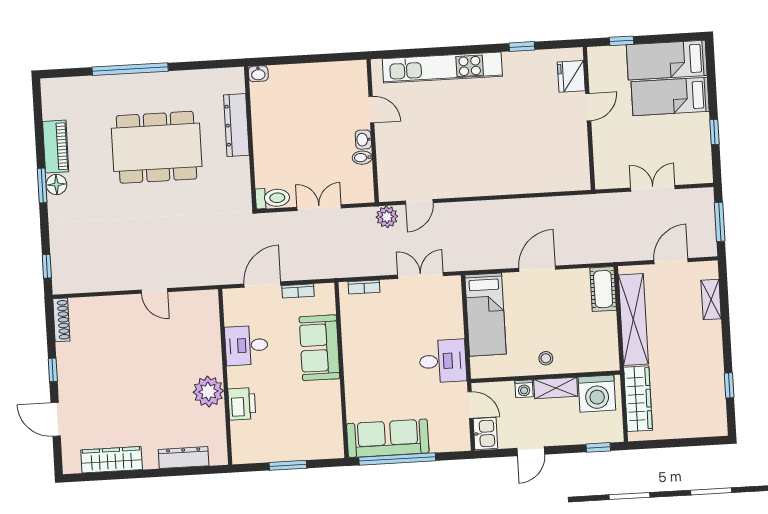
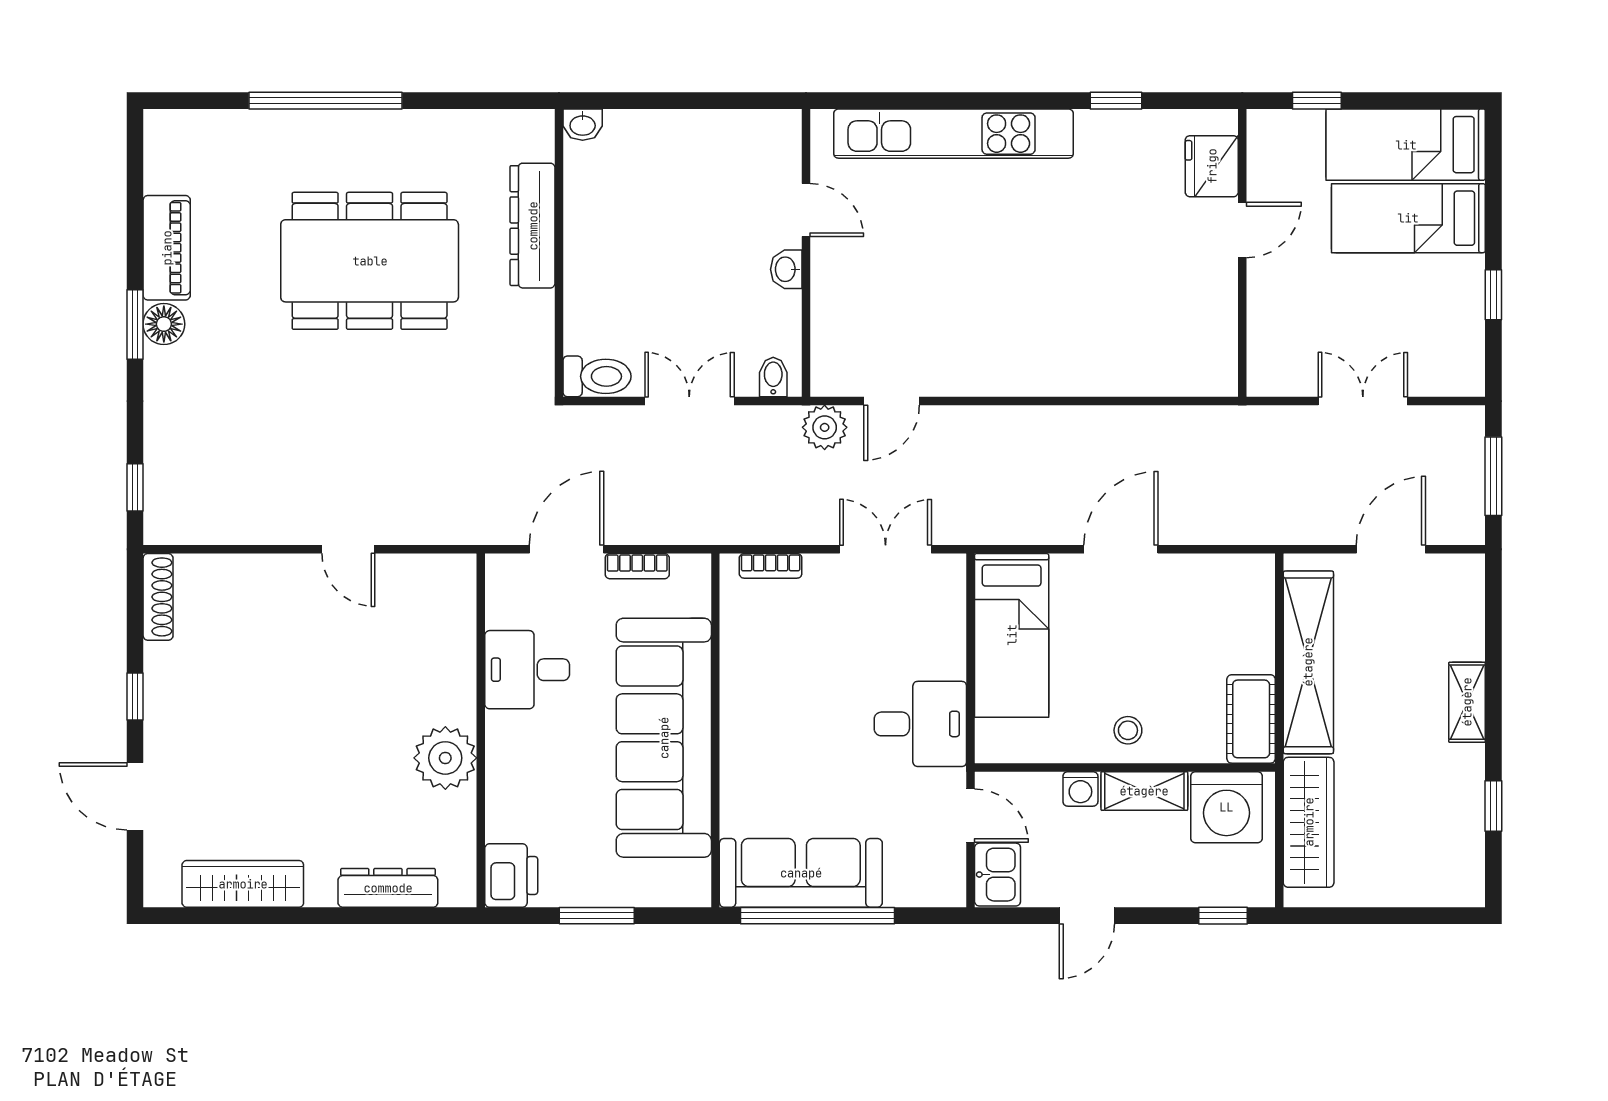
bidet: (362, 158) -> (773, 377), moved, turned 90
cot: (603, 289) -> (1251, 719), moved
shelving: (711, 300) -> (1467, 702), moved
sofa: (319, 348) -> (664, 738), width x1.85, depth x1.27
printer: (242, 404) -> (511, 875), moved

